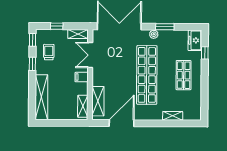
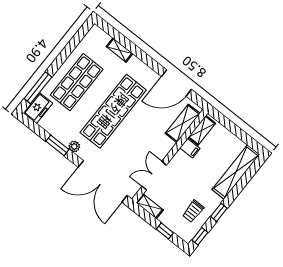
window: (205, 53) -> (38, 88), width x2.17
double door: (90, 55) -> (154, 176), swing flipped
shop shelf: (184, 75) -> (77, 82), width x1.43, depth x1.36
filing cabinet: (82, 77) -> (190, 148), moved

